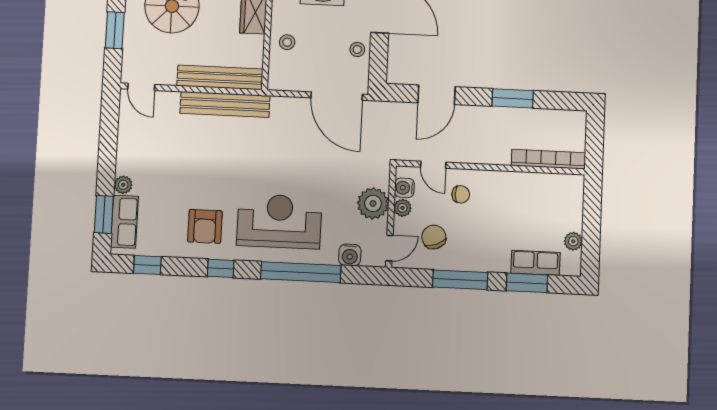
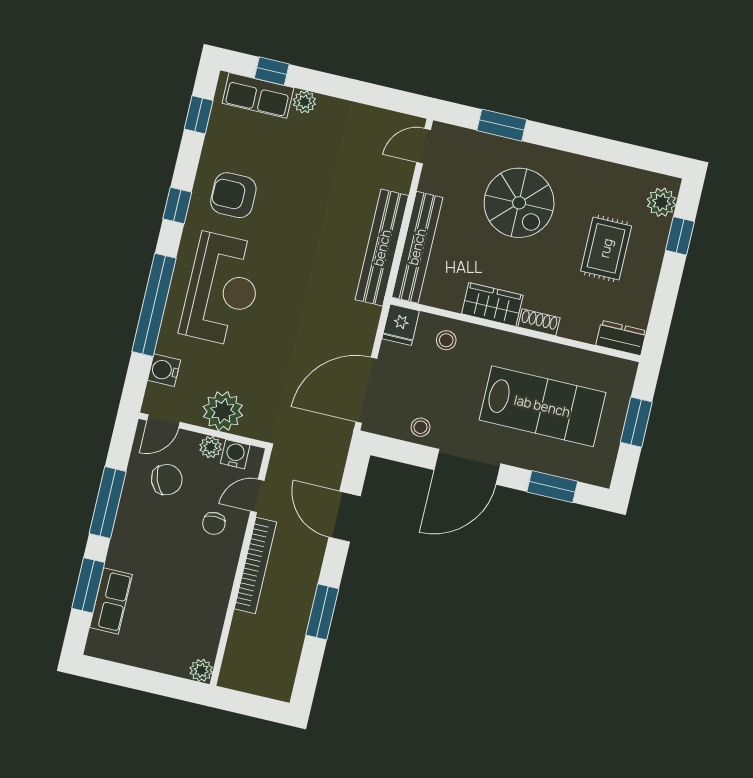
fridge: (282, 79) -> (401, 325), added
bookcase: (548, 159) -> (255, 565), moved
window: (104, 214) -> (272, 71), width x0.67
plant: (573, 241) -> (201, 670), moved
door: (389, 248) -> (163, 421), hinge flipped

